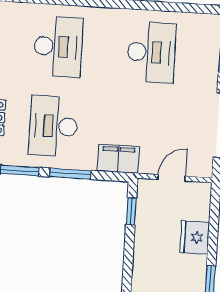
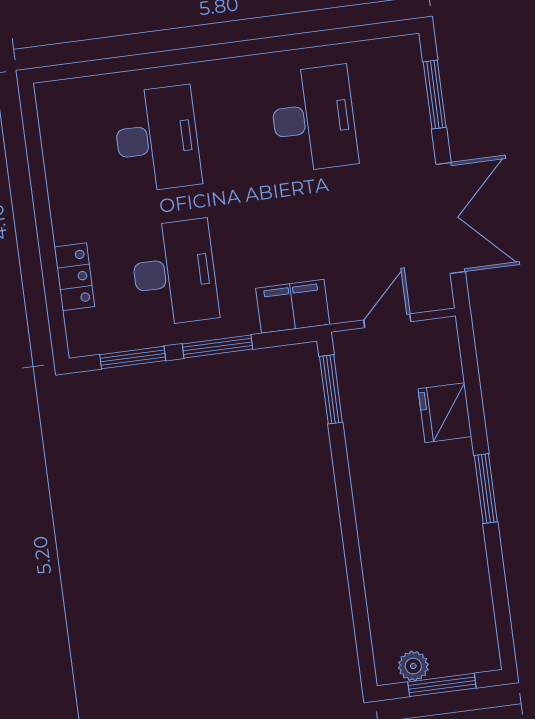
desk: (53, 126) -> (174, 273), turned 180
window: (131, 211) -> (331, 389), width x1.50

